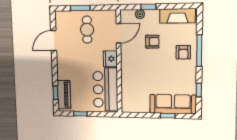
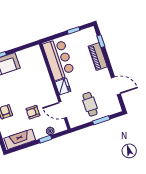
door: (119, 33) -> (63, 110), hinge flipped
door: (54, 41) -> (116, 86), hinge flipped
piano: (64, 95) -> (98, 56), moved

